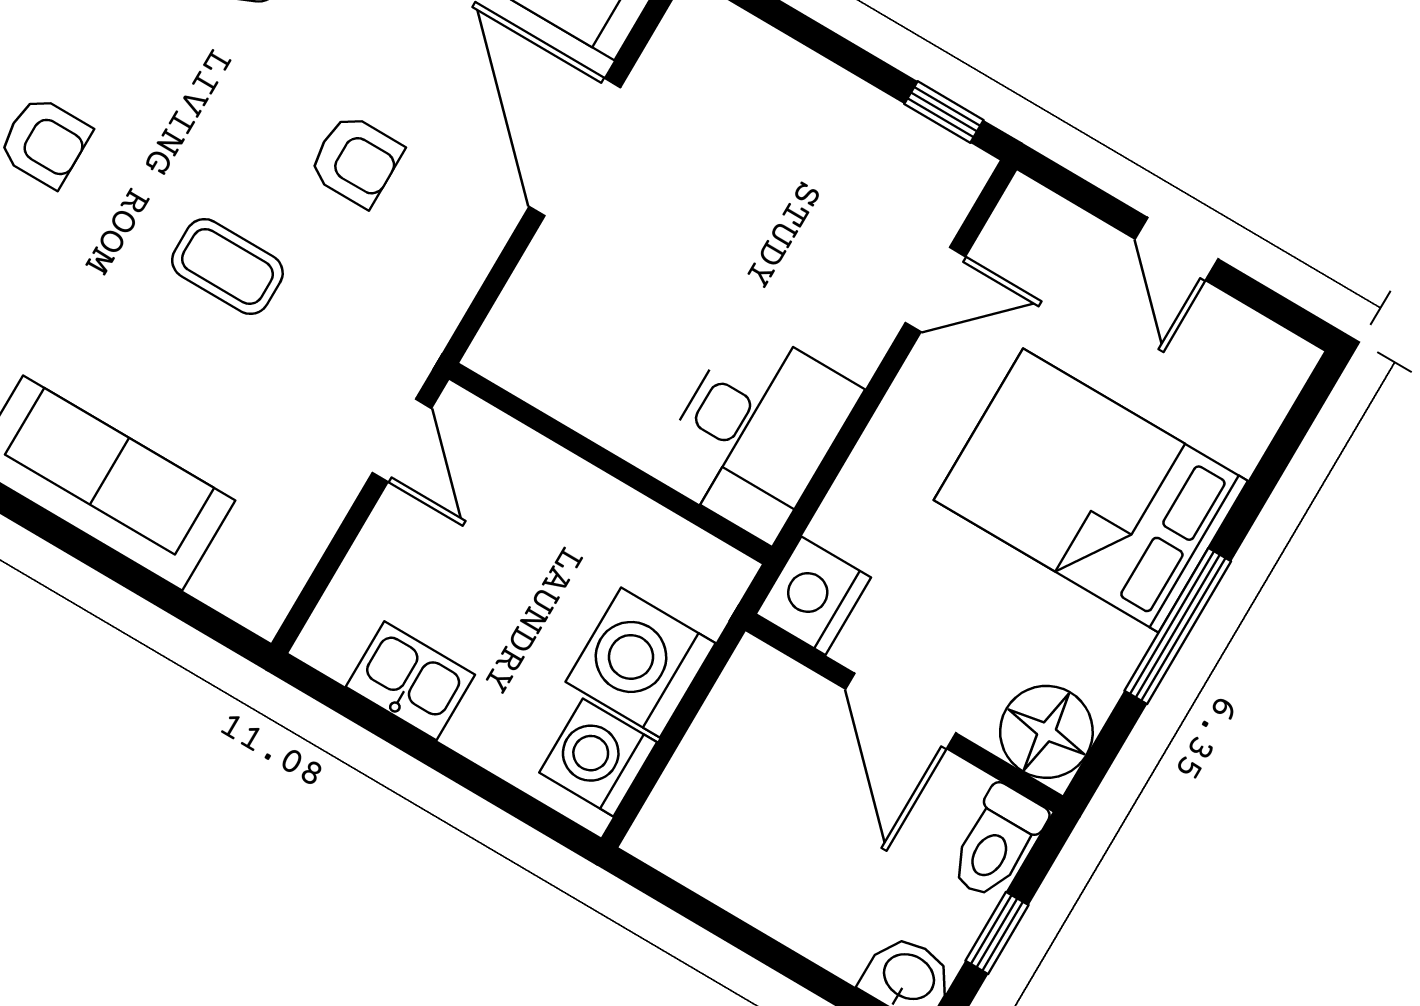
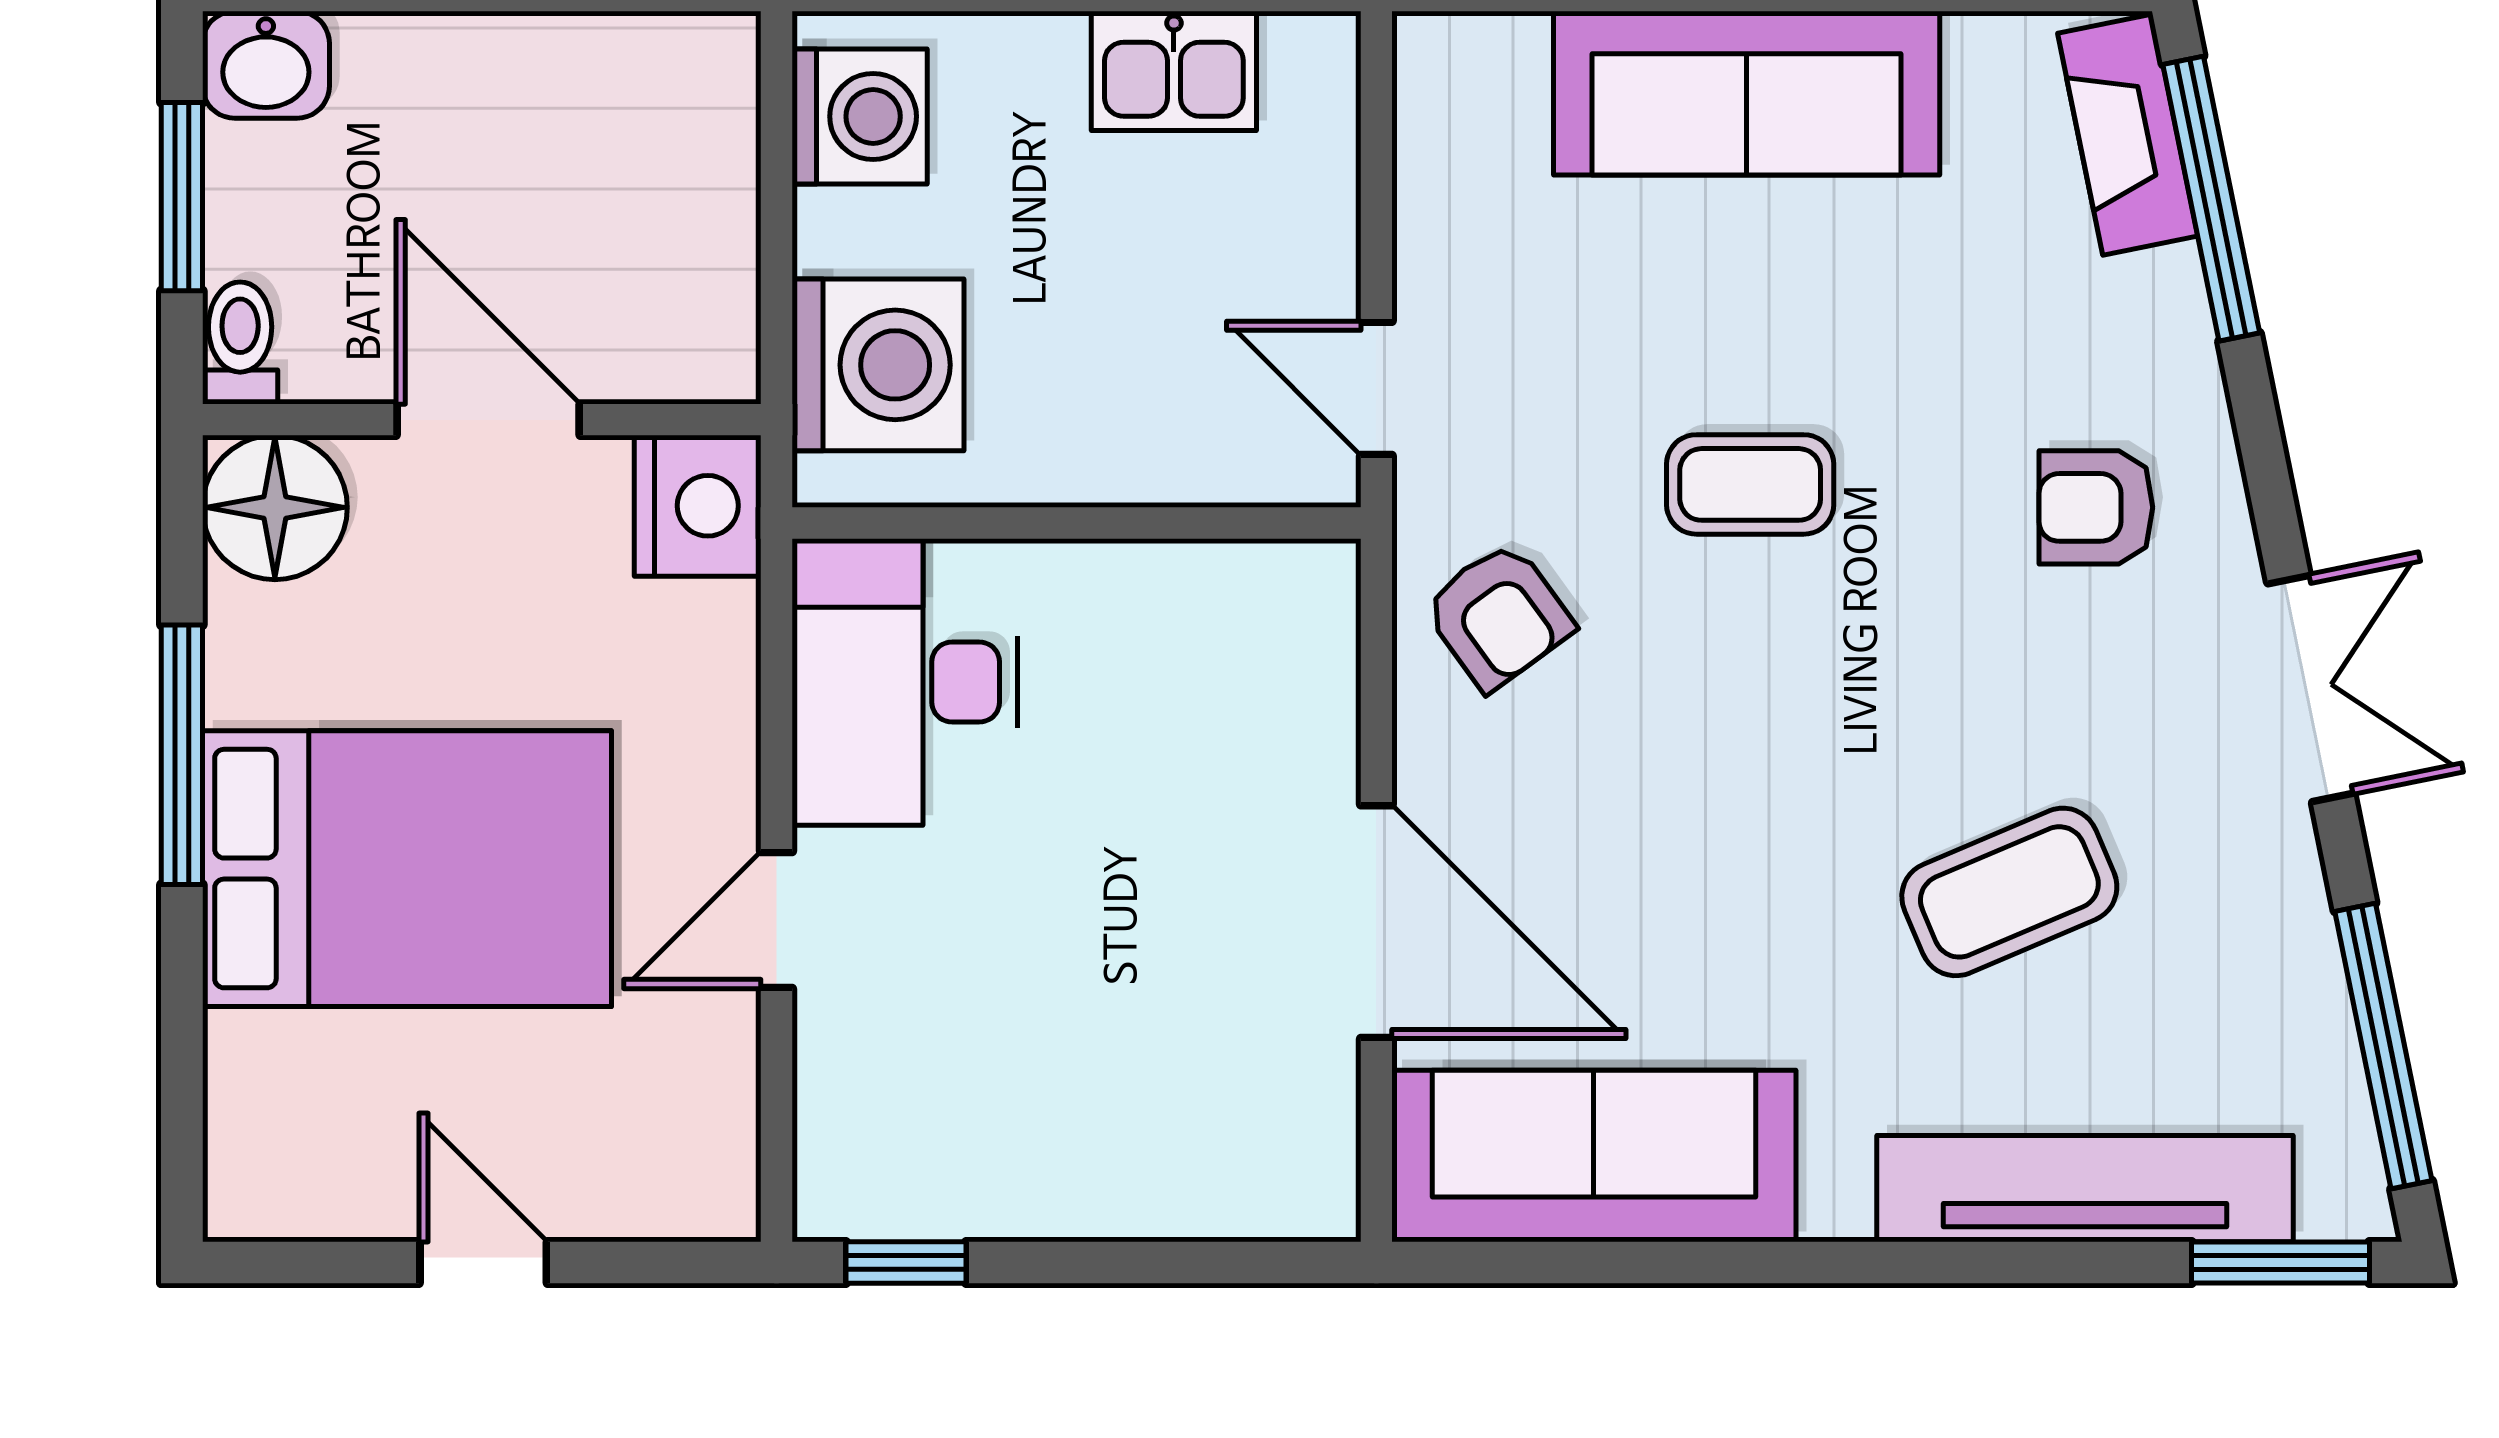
armchair: (356, 160) -> (1498, 616), moved, turned -126
door: (935, 290) -> (777, 920), moved
washing machine: (640, 663) -> (878, 365), moved
toilet: (997, 842) -> (240, 343), width x0.73, depth x0.72
window: (997, 933) -> (182, 197), width x1.50

